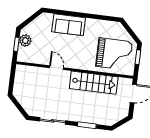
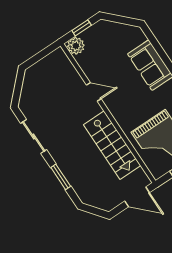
plant: (25, 40) -> (76, 46), moved
door: (57, 68) -> (94, 92), hinge flipped

